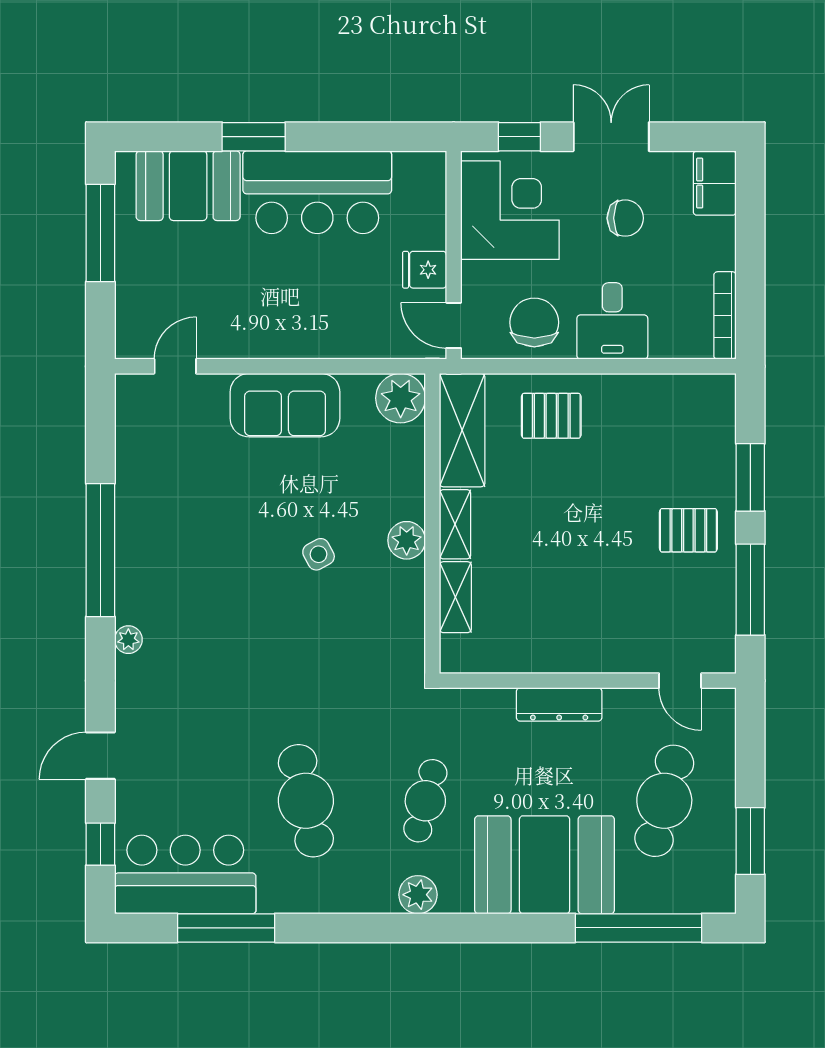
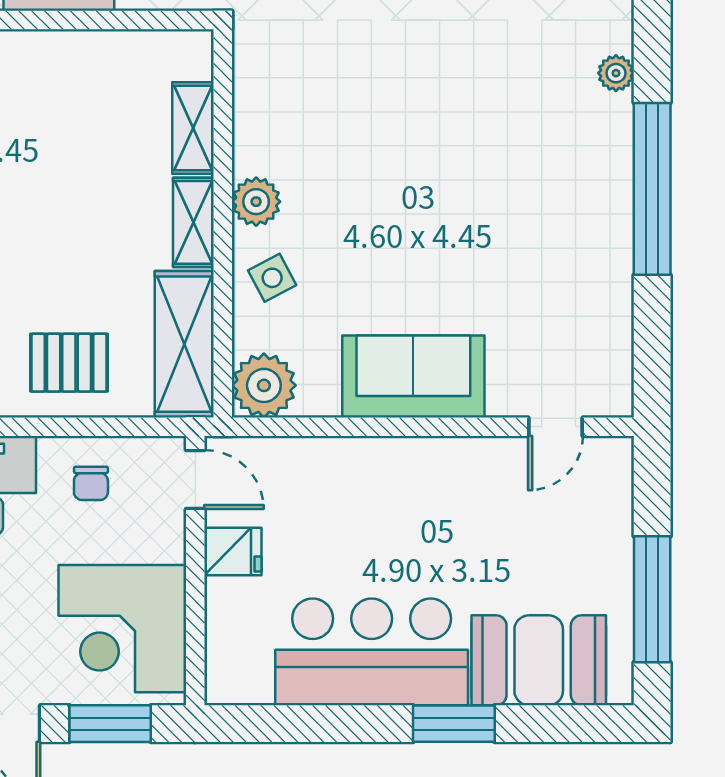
window: (519, 137) -> (110, 724), width x1.50
chair: (534, 322) -> (91, 483), width x0.54, depth x0.54
side table: (319, 554) -> (272, 278), moved

